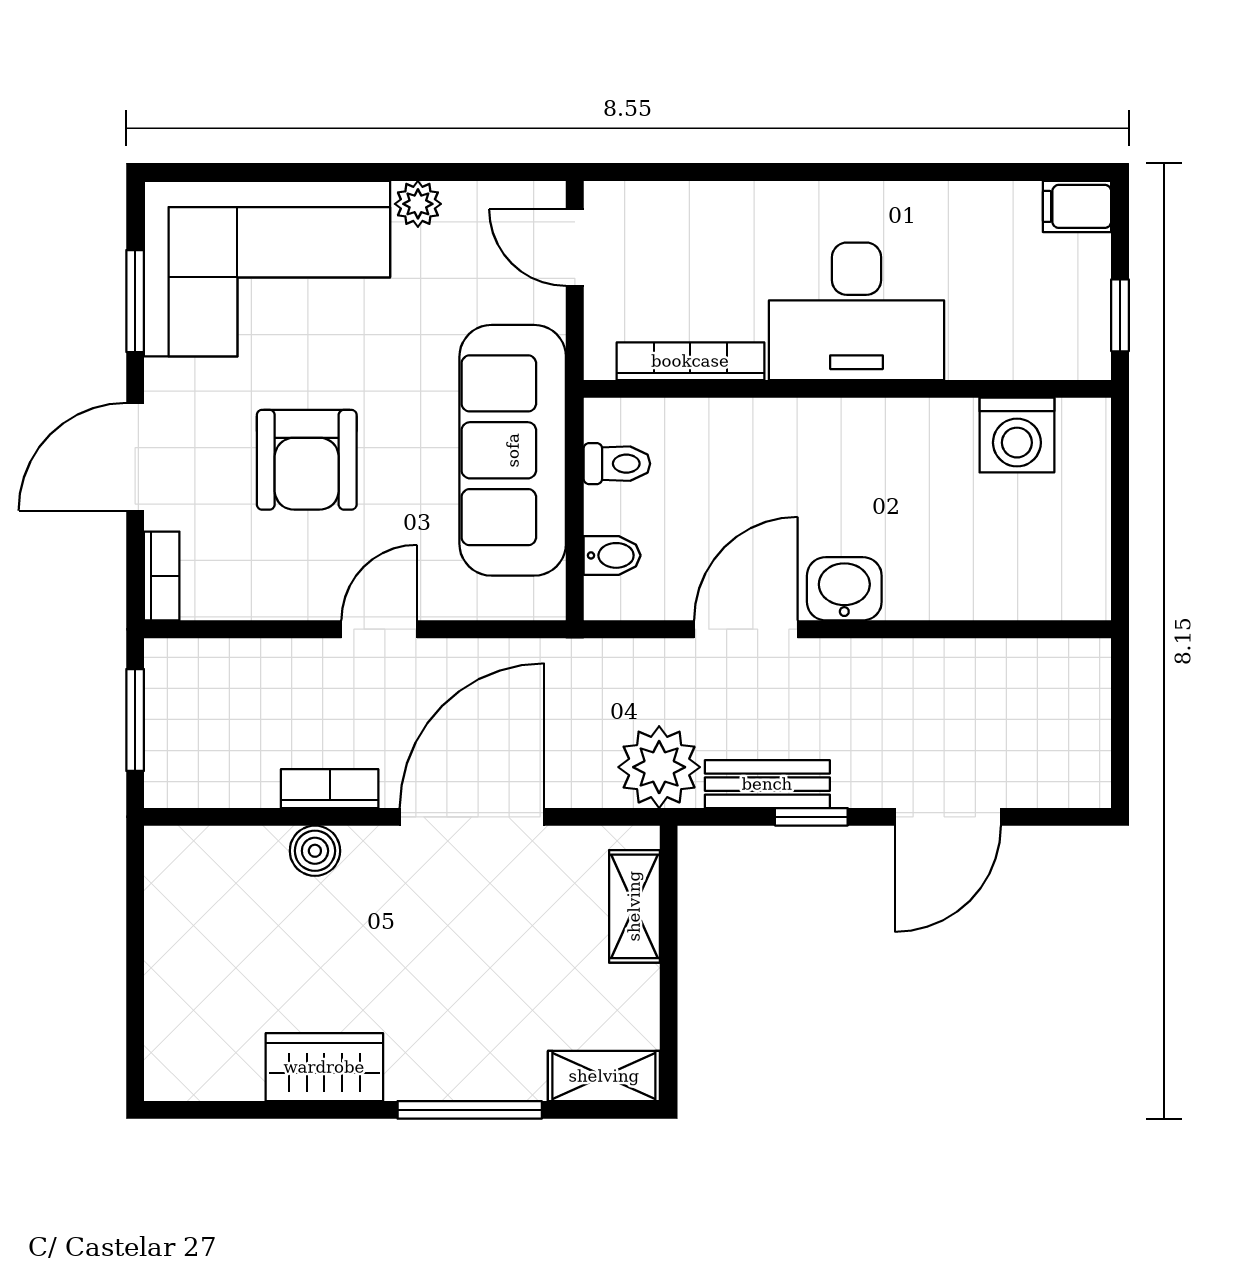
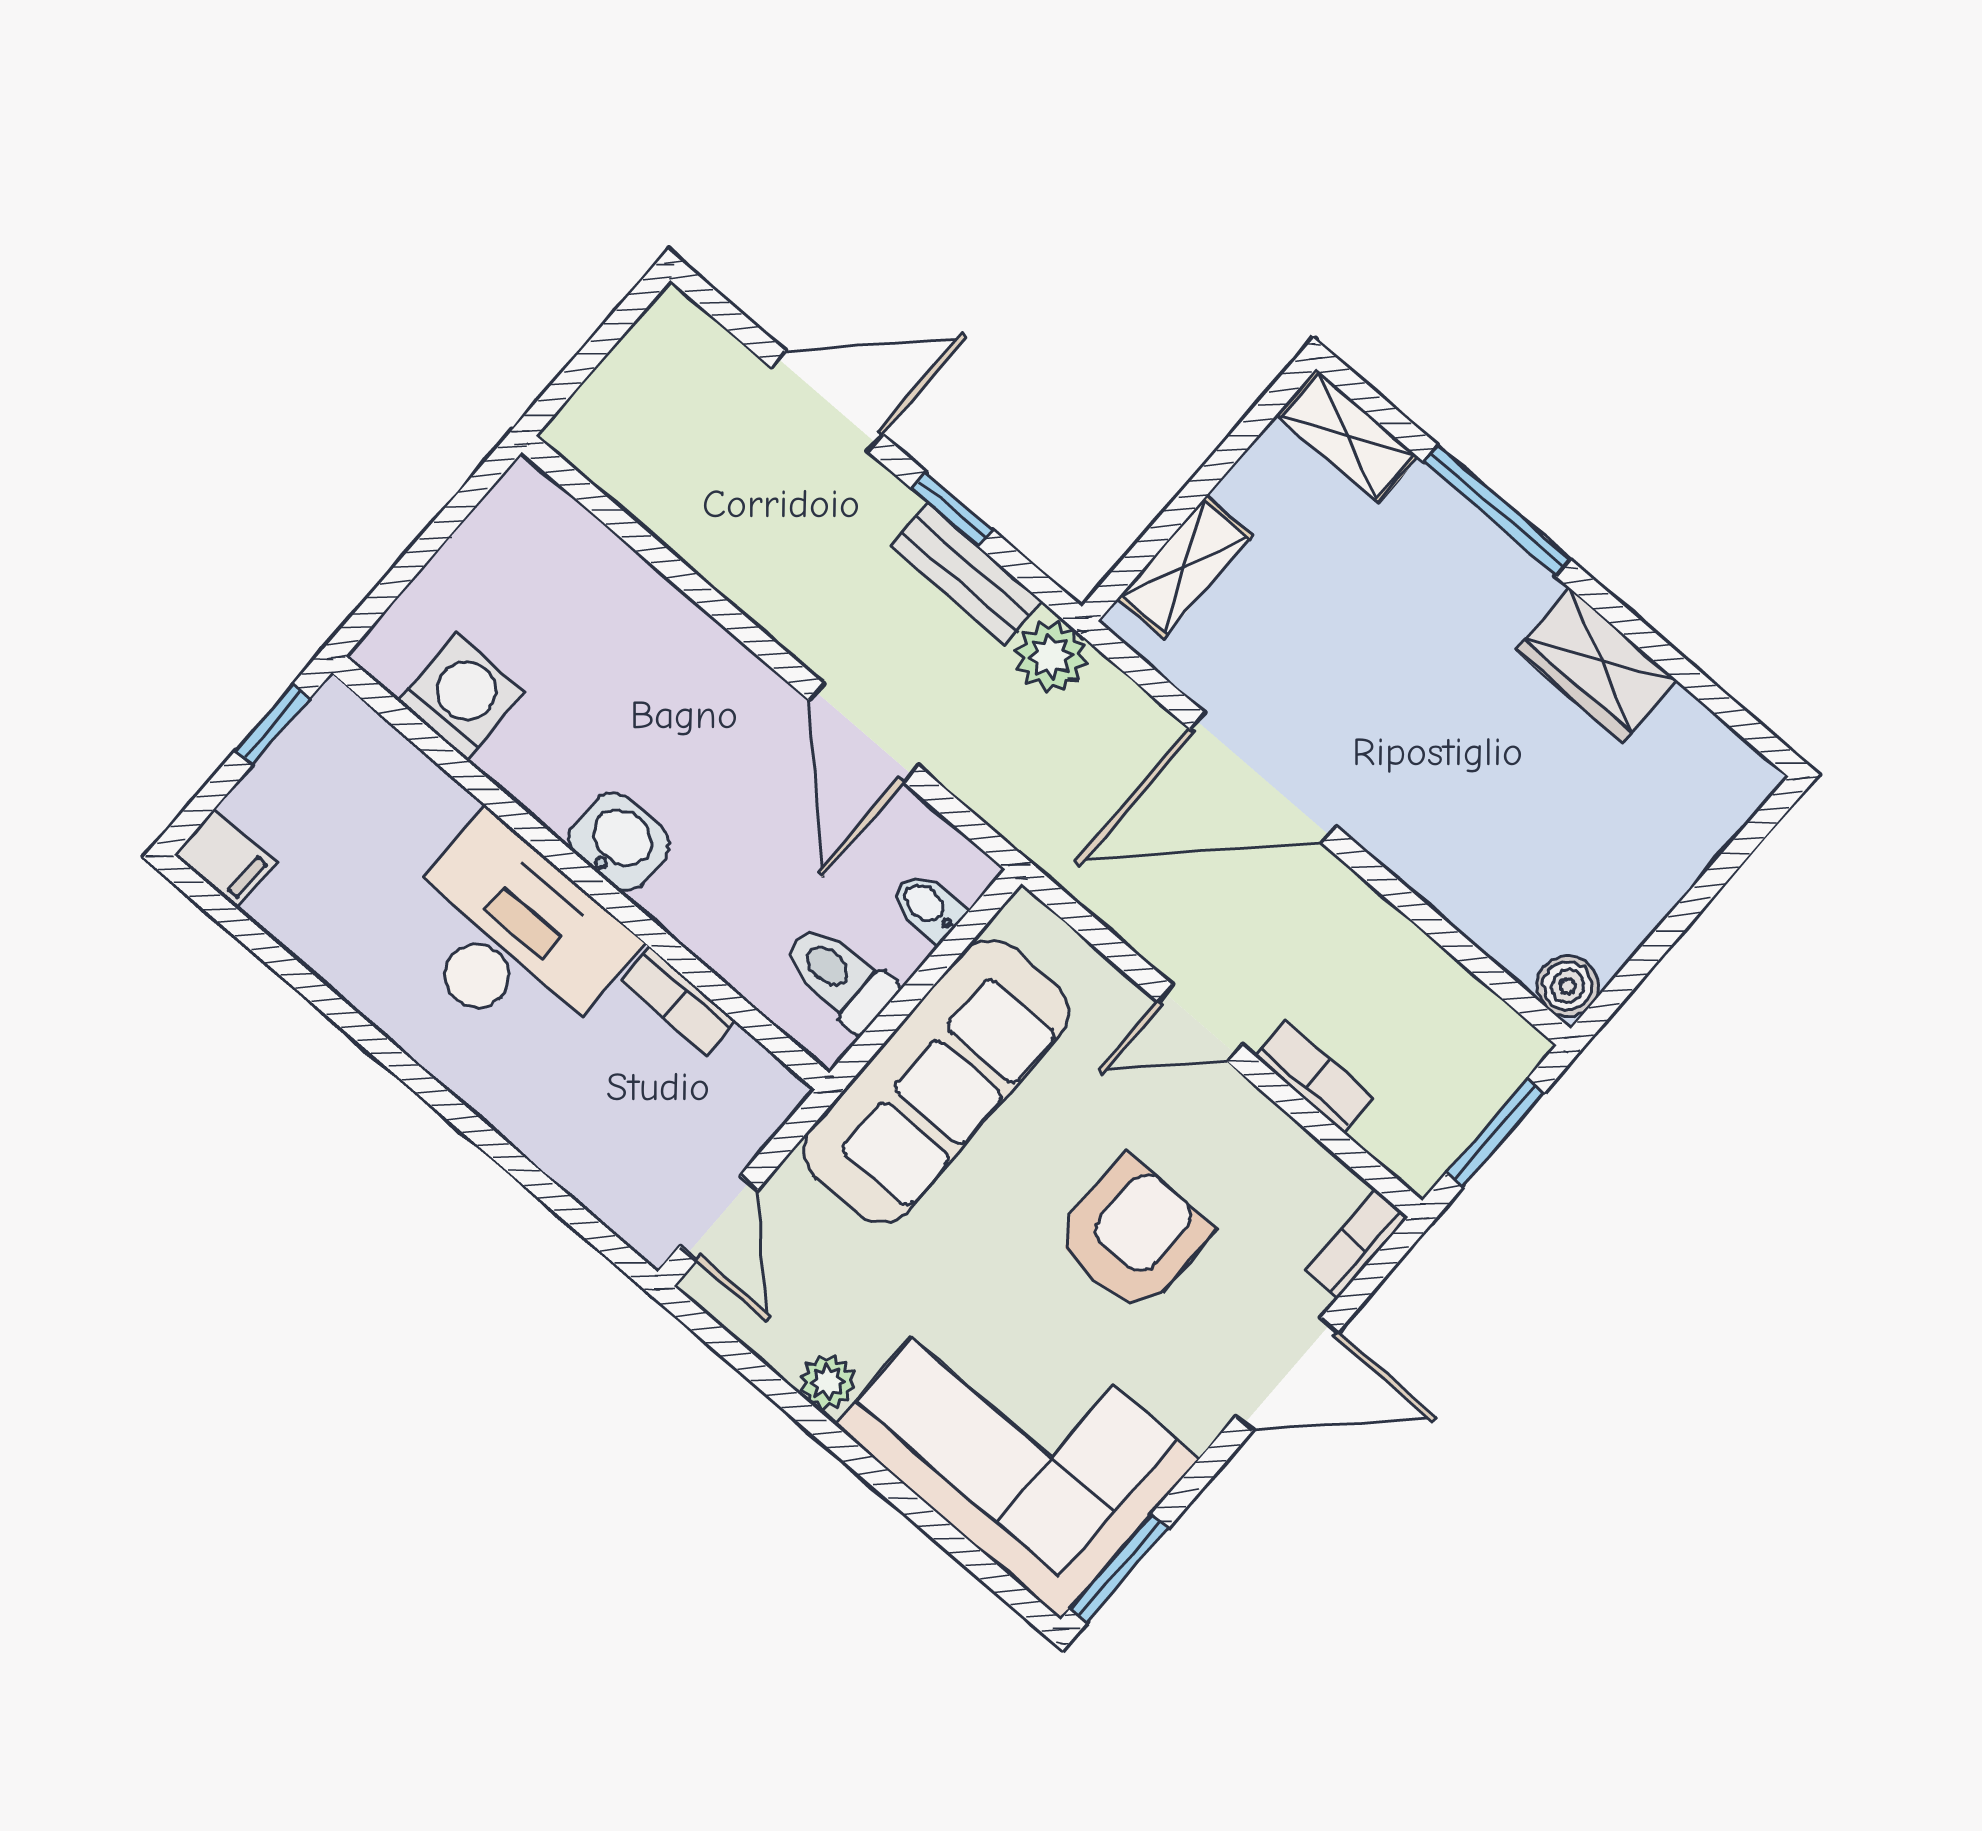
window: (135, 301) -> (1119, 1569), moved
bookcase: (690, 361) -> (678, 1001), width x0.64
toilet: (617, 464) -> (839, 976), width x1.37, depth x1.39
washbasin: (844, 589) -> (619, 842), moved, turned 180
door: (746, 629) -> (864, 733), hinge flipped
plant: (659, 767) -> (1051, 656), width x0.73, depth x0.73
bookcase: (330, 789) -> (1315, 1077), moved, turned 180
boiler: (315, 851) -> (1567, 986), moved

